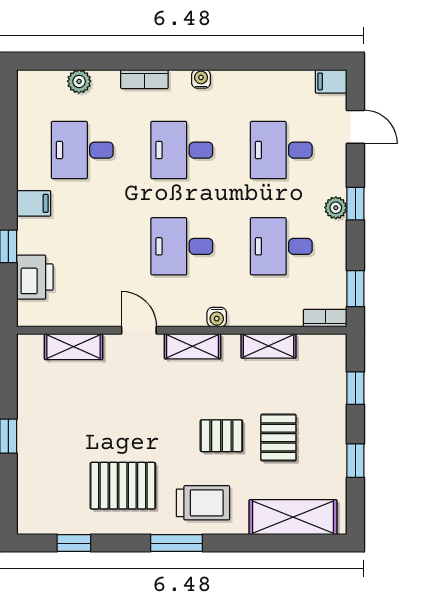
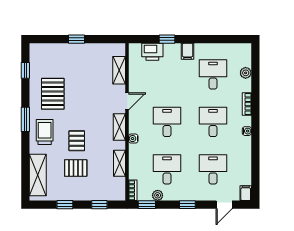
plant: (336, 208) -> (158, 195), moved
trolley: (203, 503) -> (45, 132), turned 180

